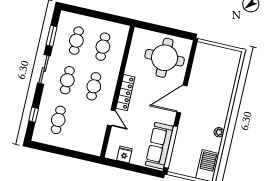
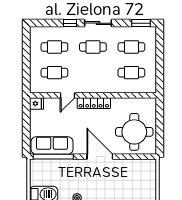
window: (52, 36) -> (141, 23), moved
cafe table: (94, 86) -> (54, 73), moved
window: (34, 115) -> (70, 23), moved
fridge: (124, 155) -> (36, 104), moved

